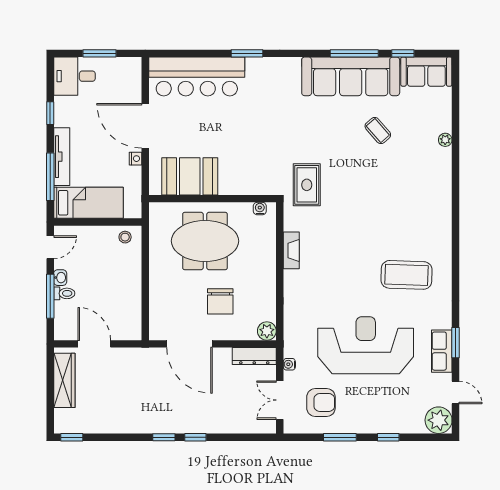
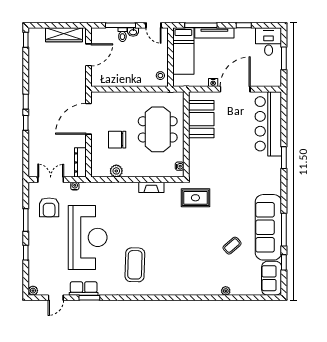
plant: (267, 331) -> (116, 171), moved
plant: (439, 420) -> (33, 291), width x0.53, depth x0.53

